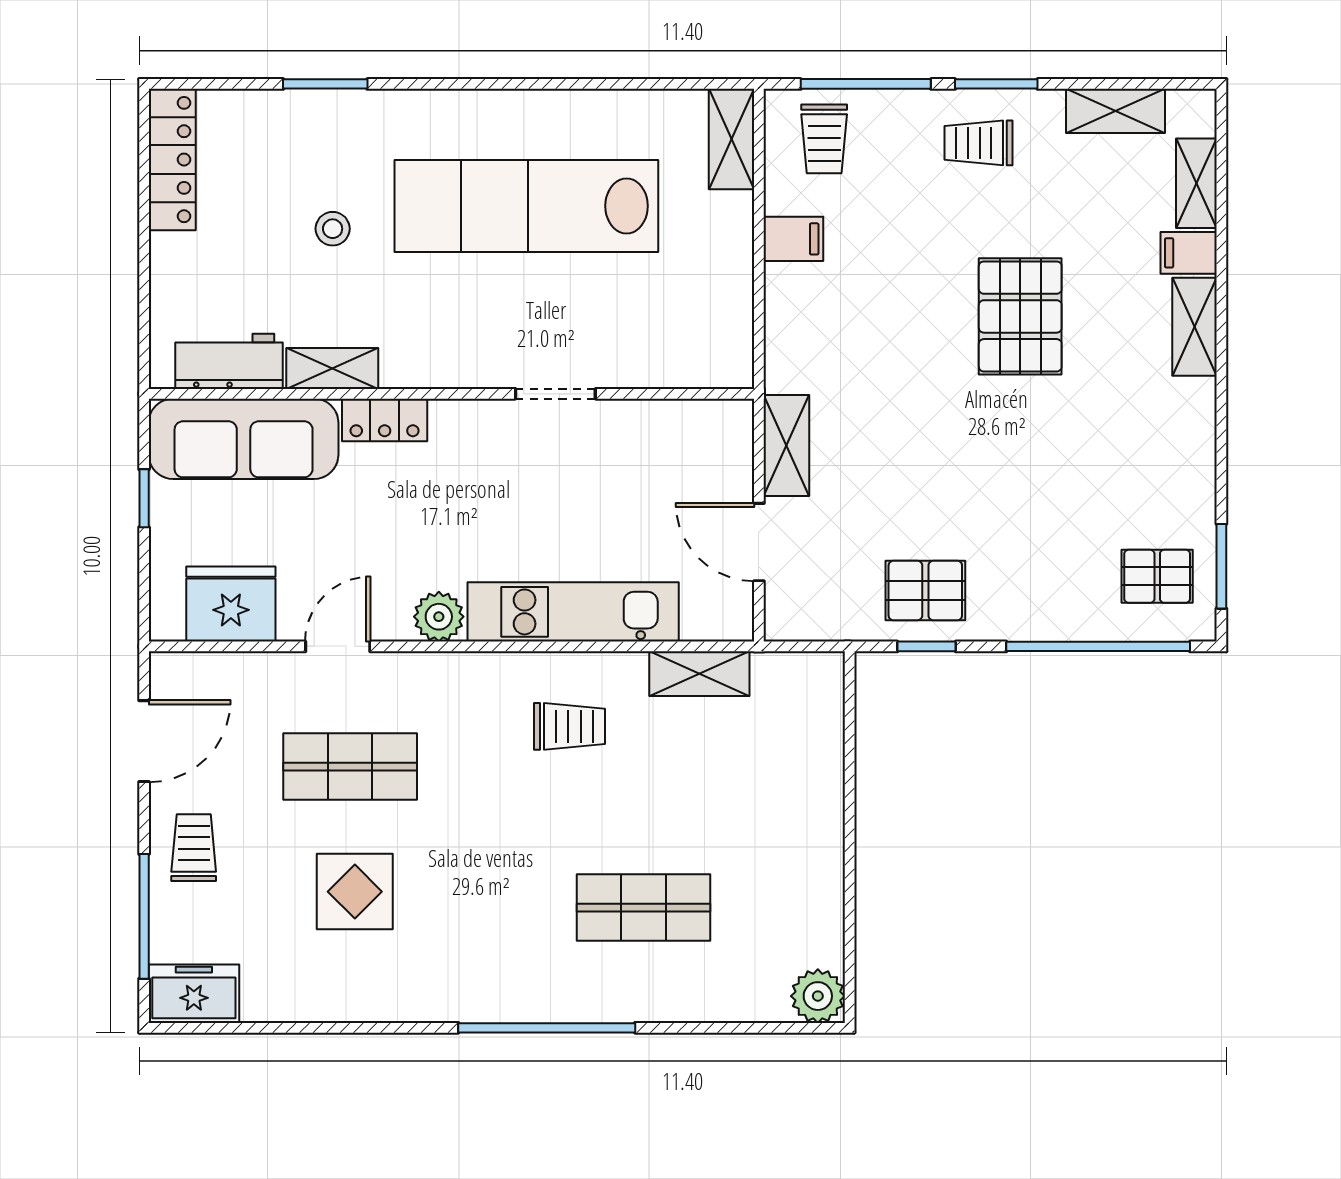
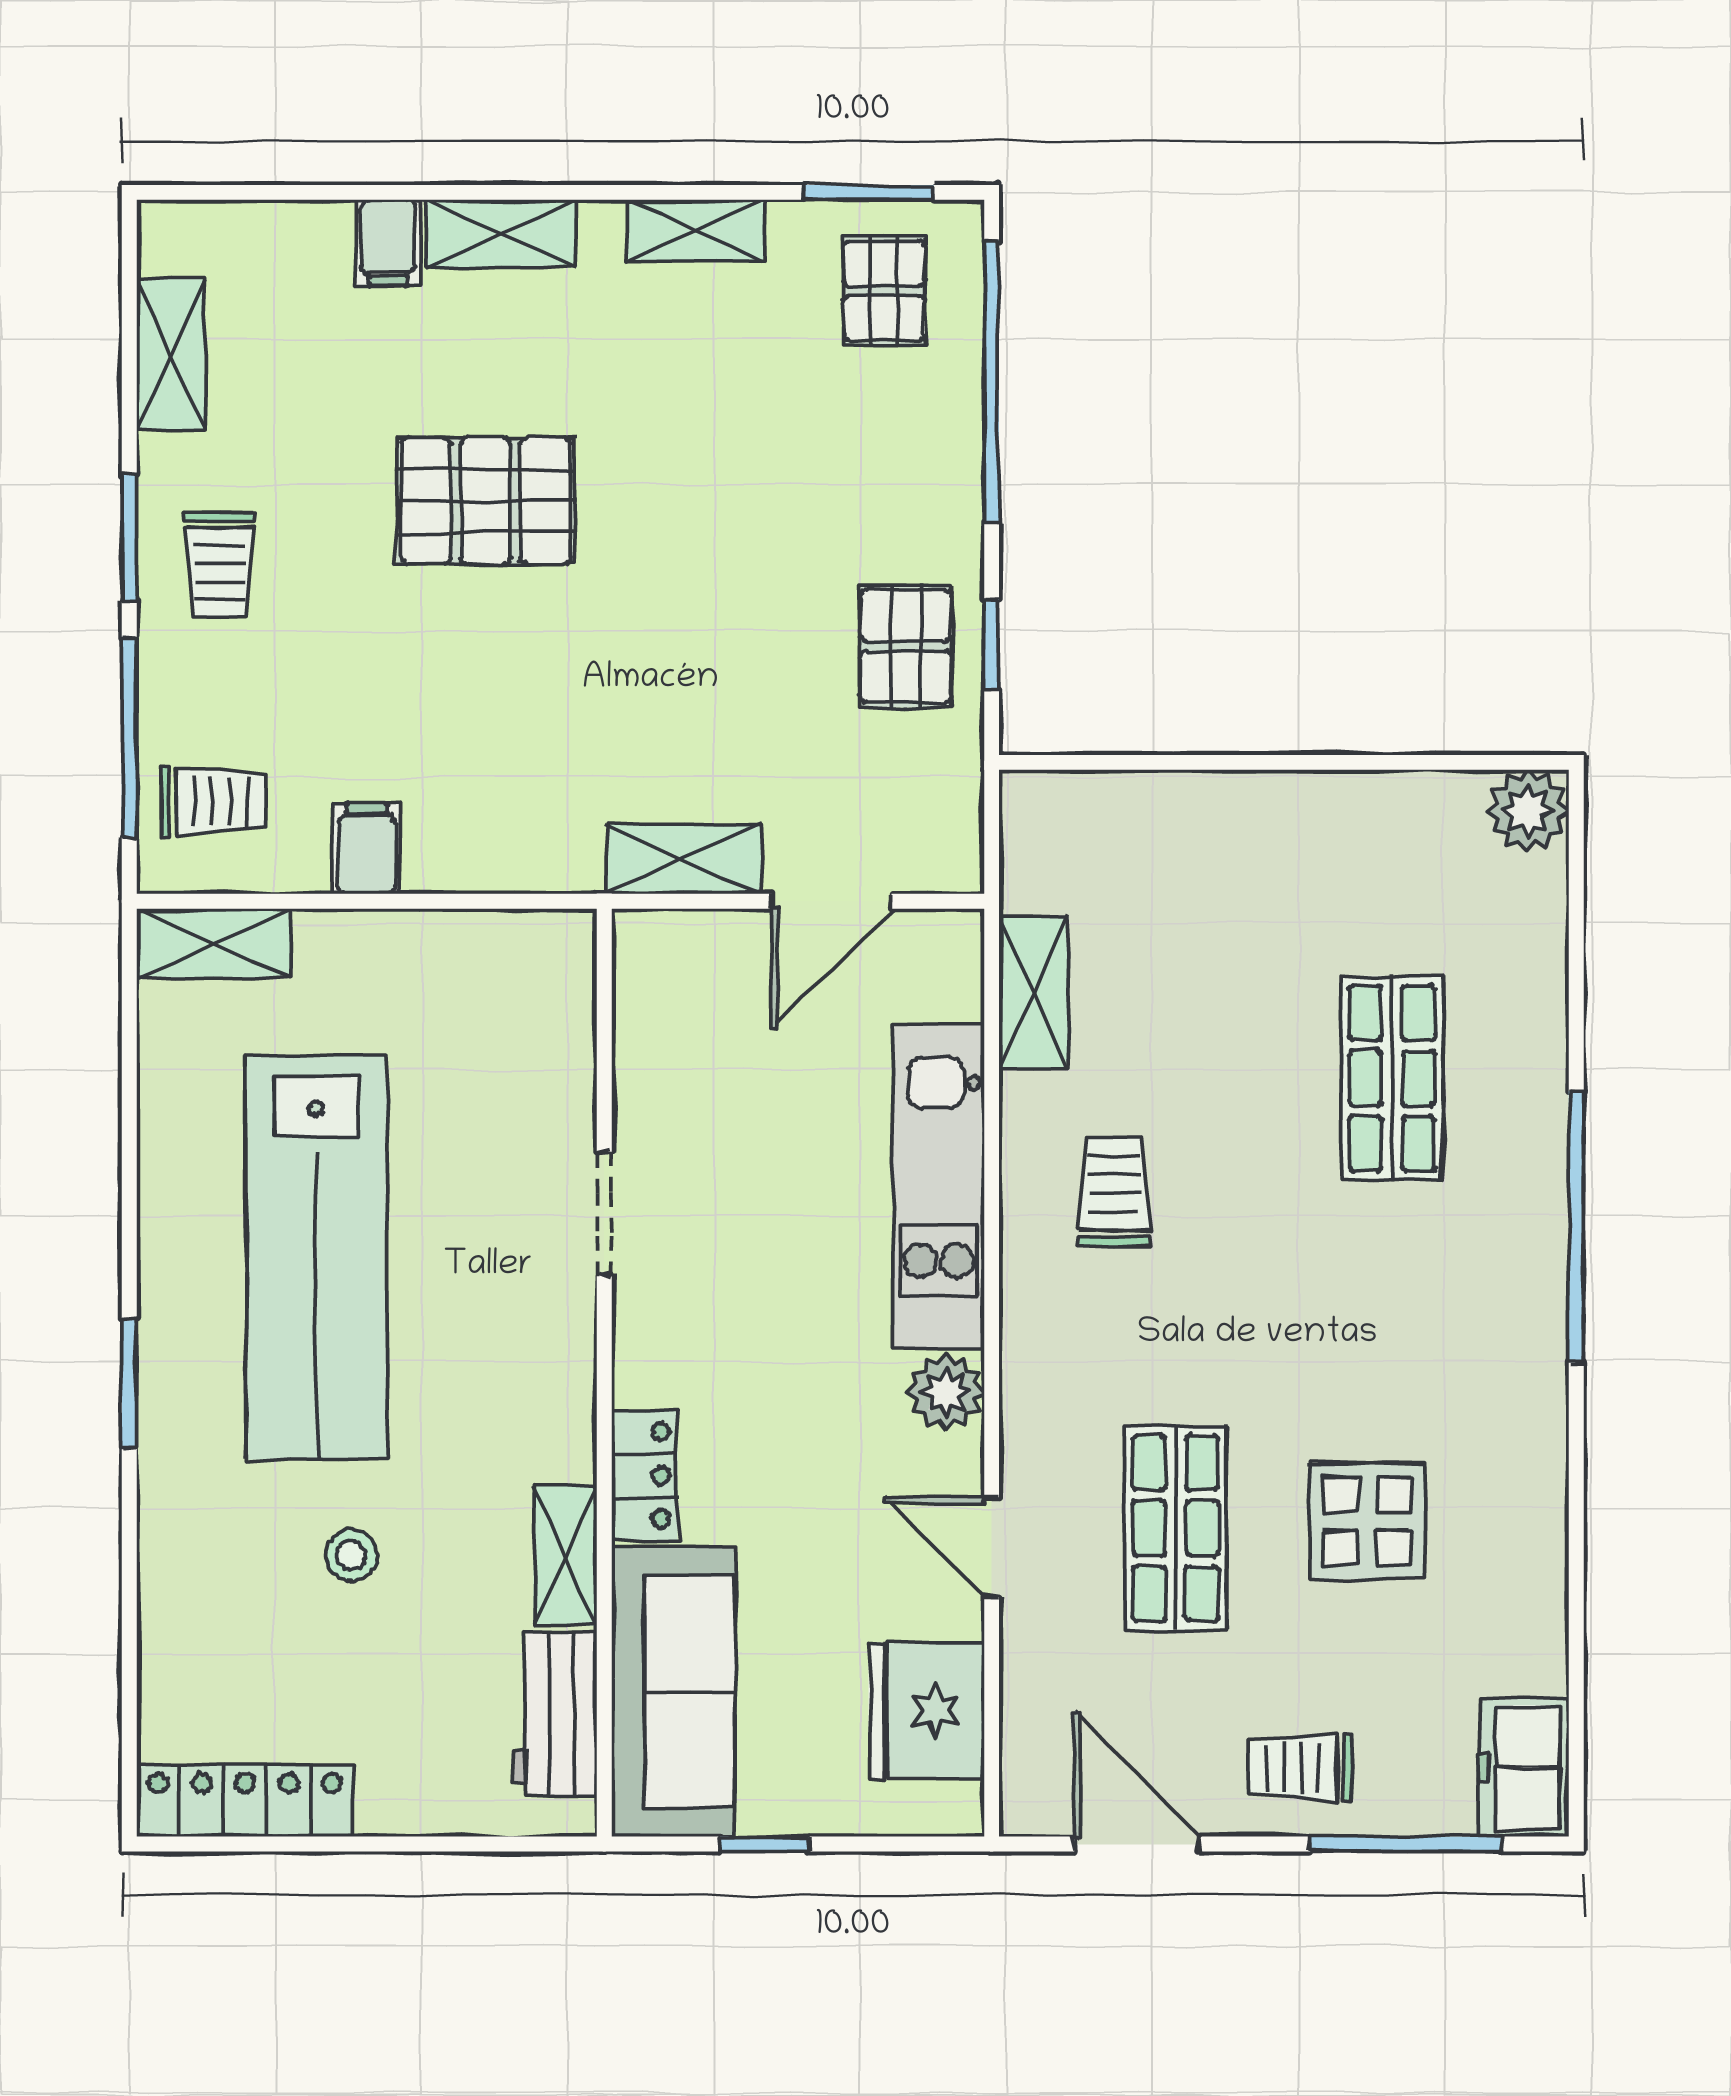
window: (325, 84) -> (129, 1383), moved
shelving: (1196, 183) -> (695, 231), moved

